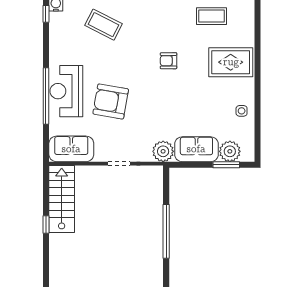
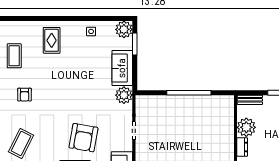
armchair: (169, 61) -> (24, 95), moved
rug: (231, 62) -> (52, 40), width x0.73, depth x0.70
plant: (230, 151) -> (124, 29), moved

